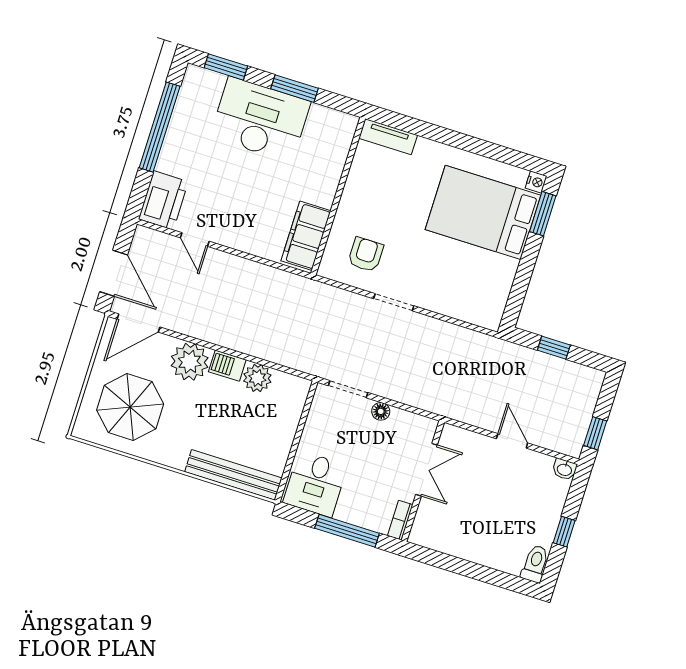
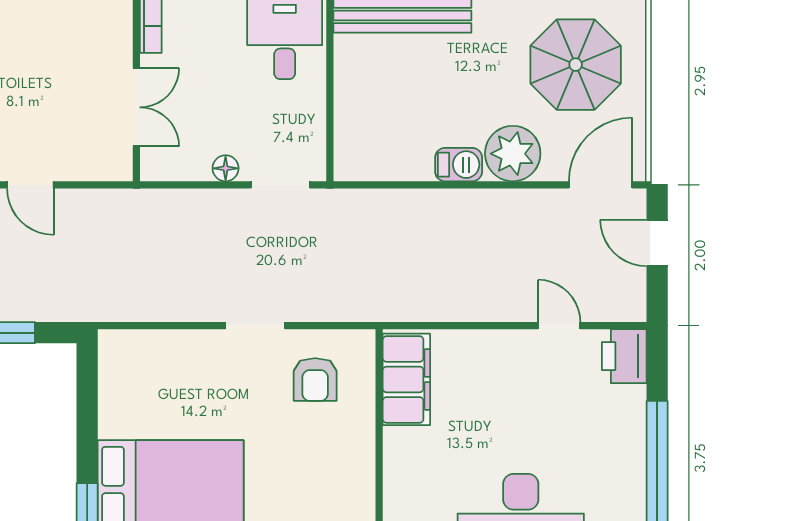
printer: (163, 200) -> (624, 356), width x0.73, depth x0.84
door: (114, 273) -> (657, 243), width x0.73
plant: (257, 378) -> (412, 161), removed
double door: (427, 470) -> (136, 107), swing flipped

